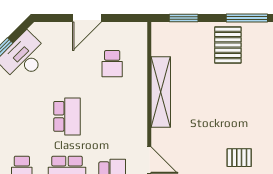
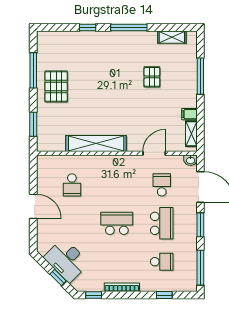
pallet: (228, 45) -> (56, 86), turned 90
school desk: (112, 64) -> (72, 185), turned 90

